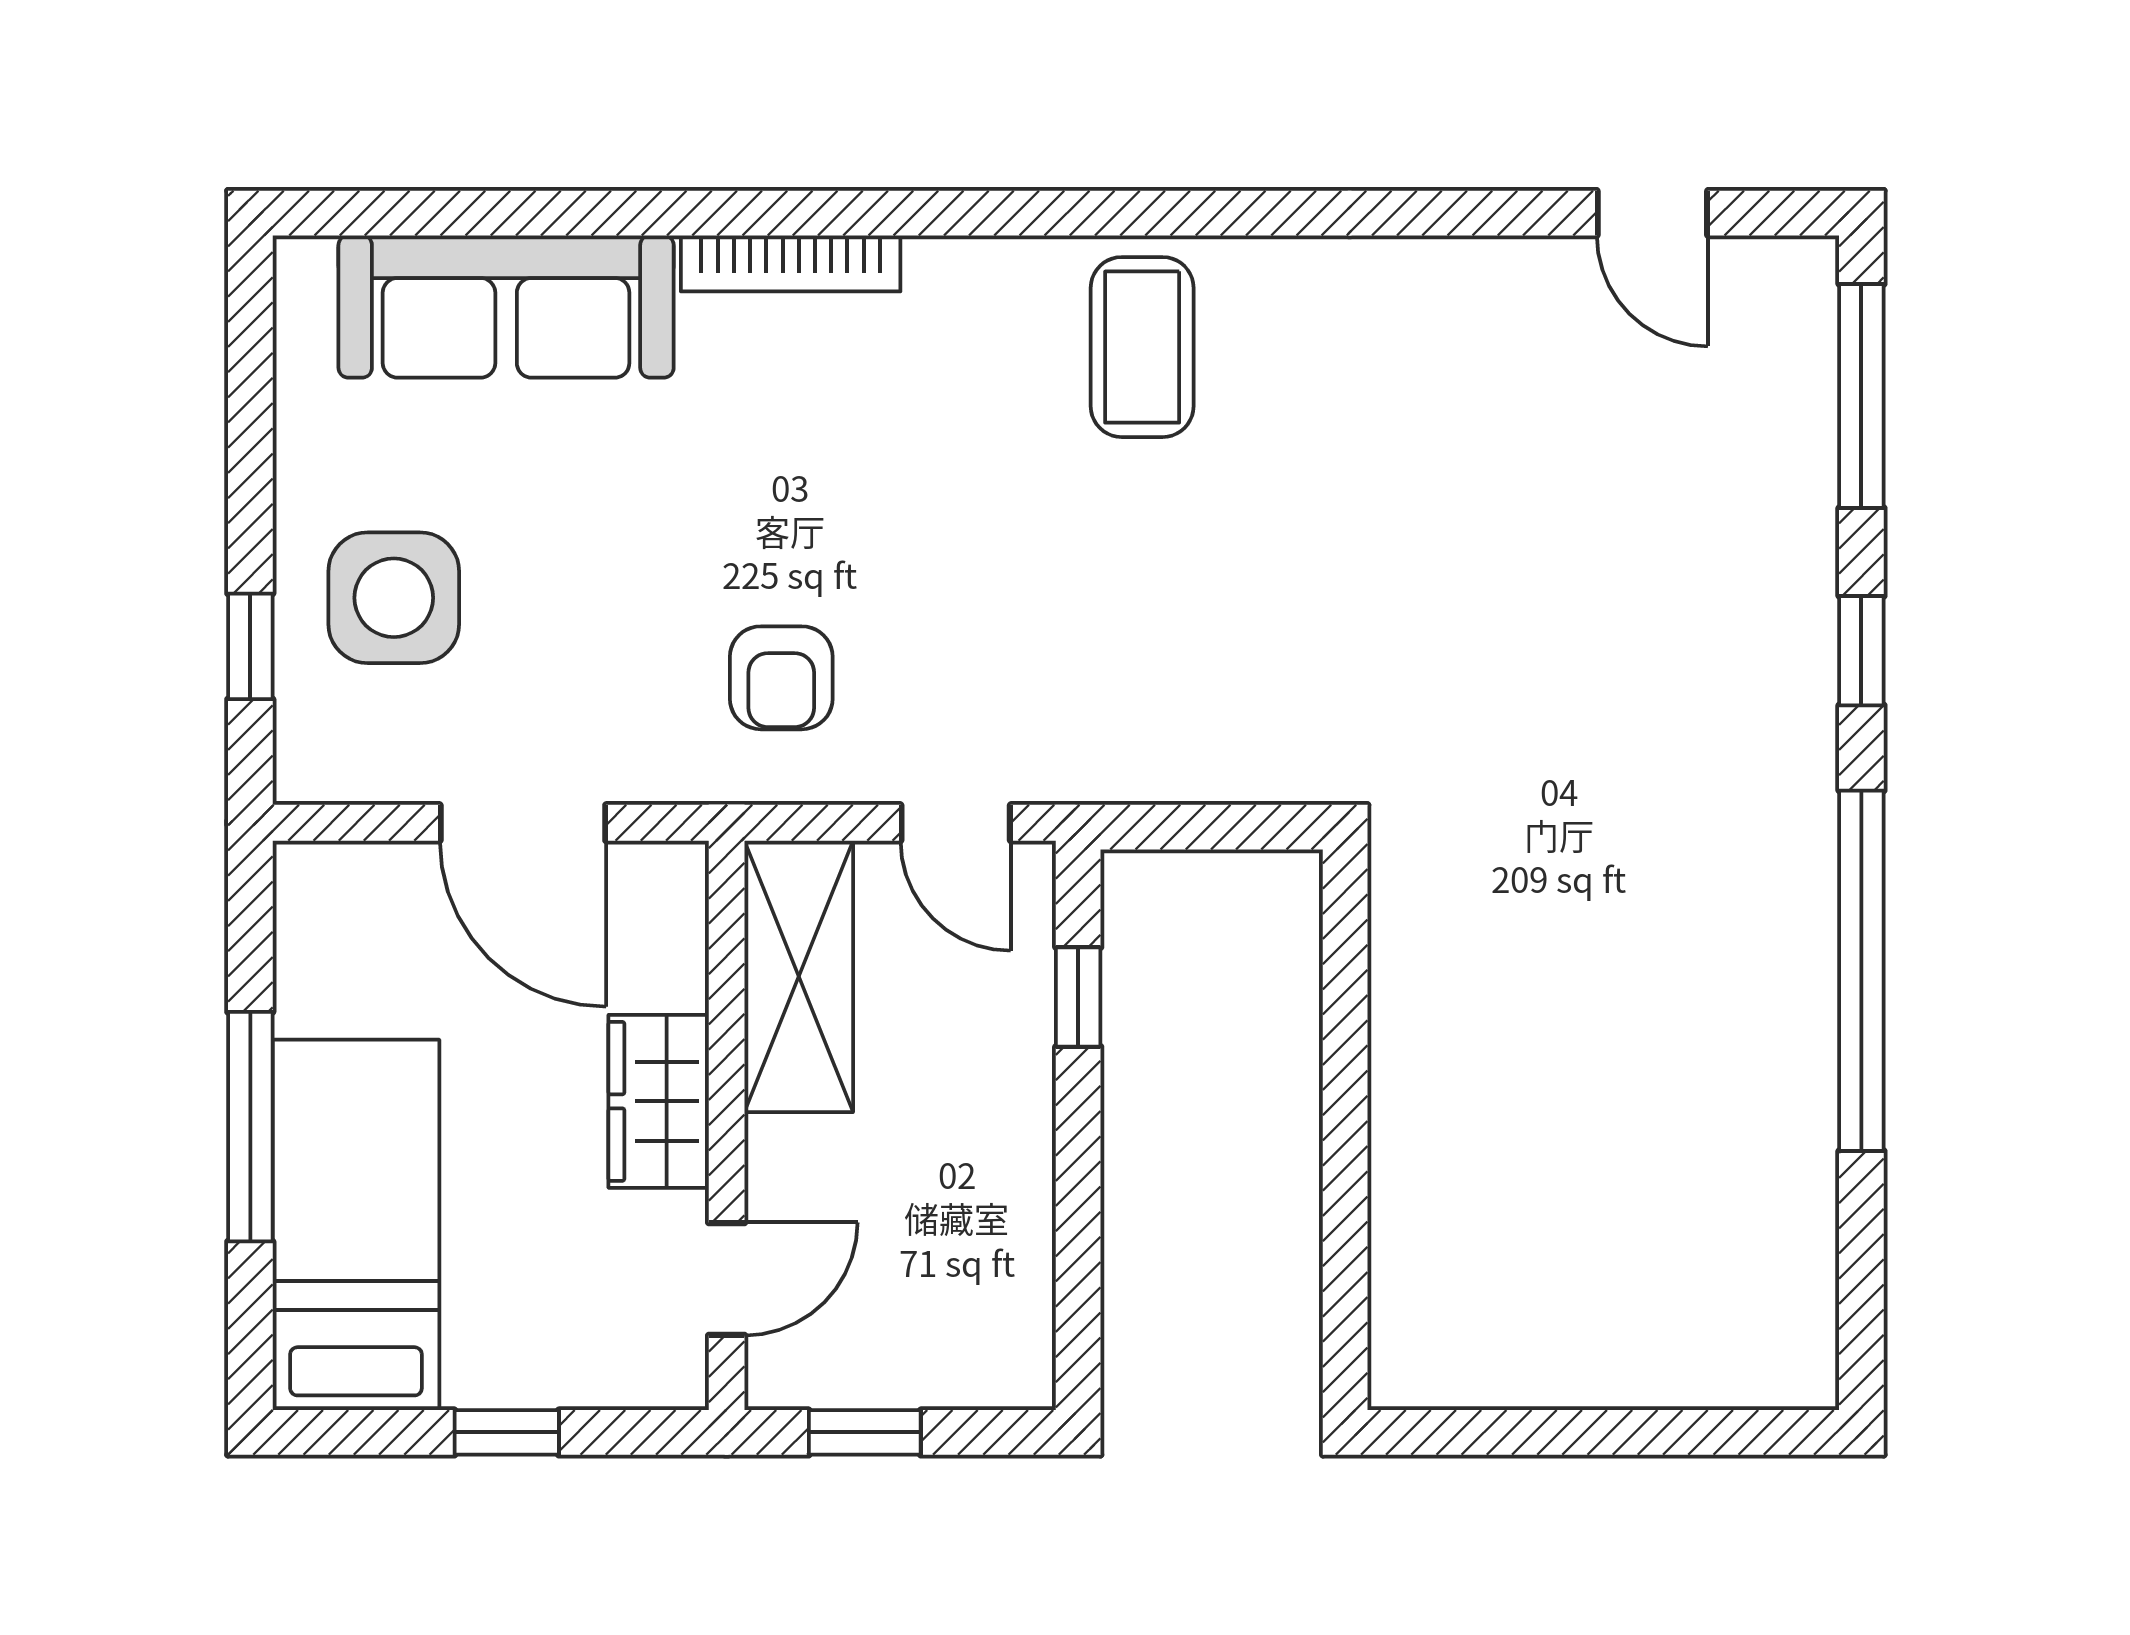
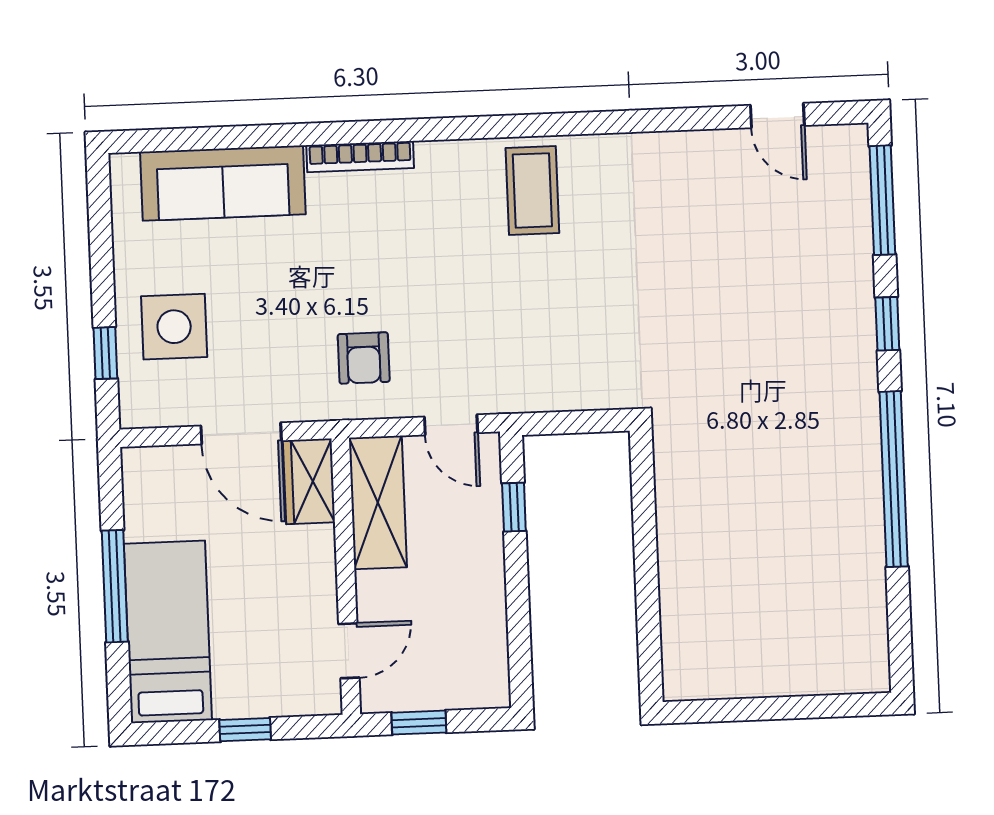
wardrobe: (659, 1101) -> (309, 481), moved

